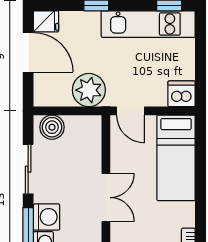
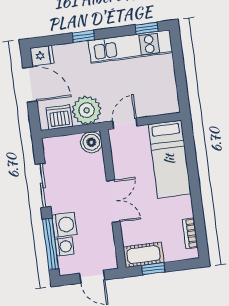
dishwasher: (182, 94) -> (59, 117), moved
door: (131, 111) -> (125, 124), swing flipped
boiler: (52, 127) -> (91, 142), moved

